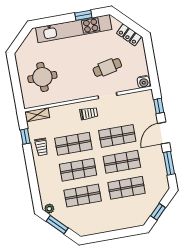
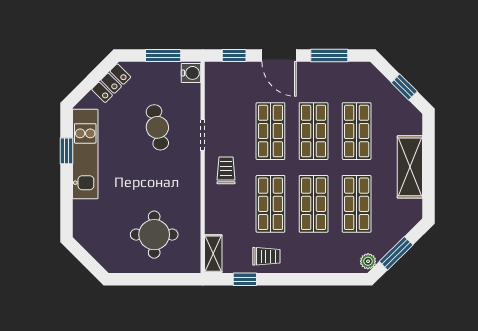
kitchen unit: (74, 29) -> (85, 154), width x0.73
window: (151, 63) -> (163, 56), added
shelving: (111, 224) -> (410, 167), added

